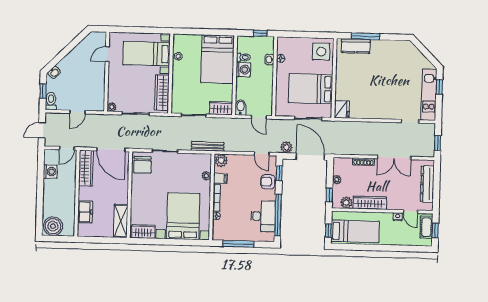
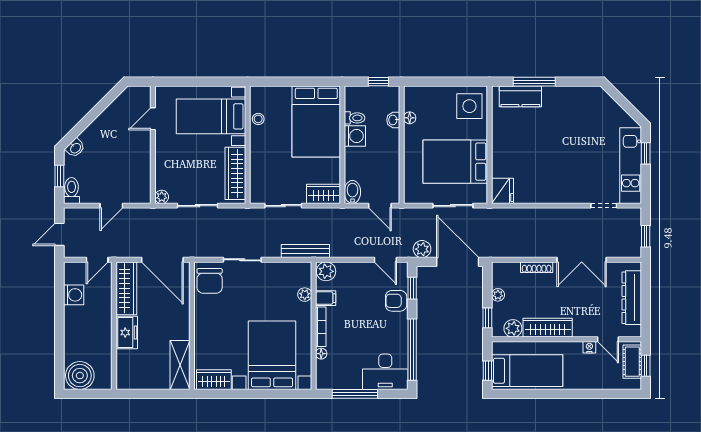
freezer: (85, 212) -> (127, 333), moved
desk: (263, 216) -> (385, 372), moved, turned 90

